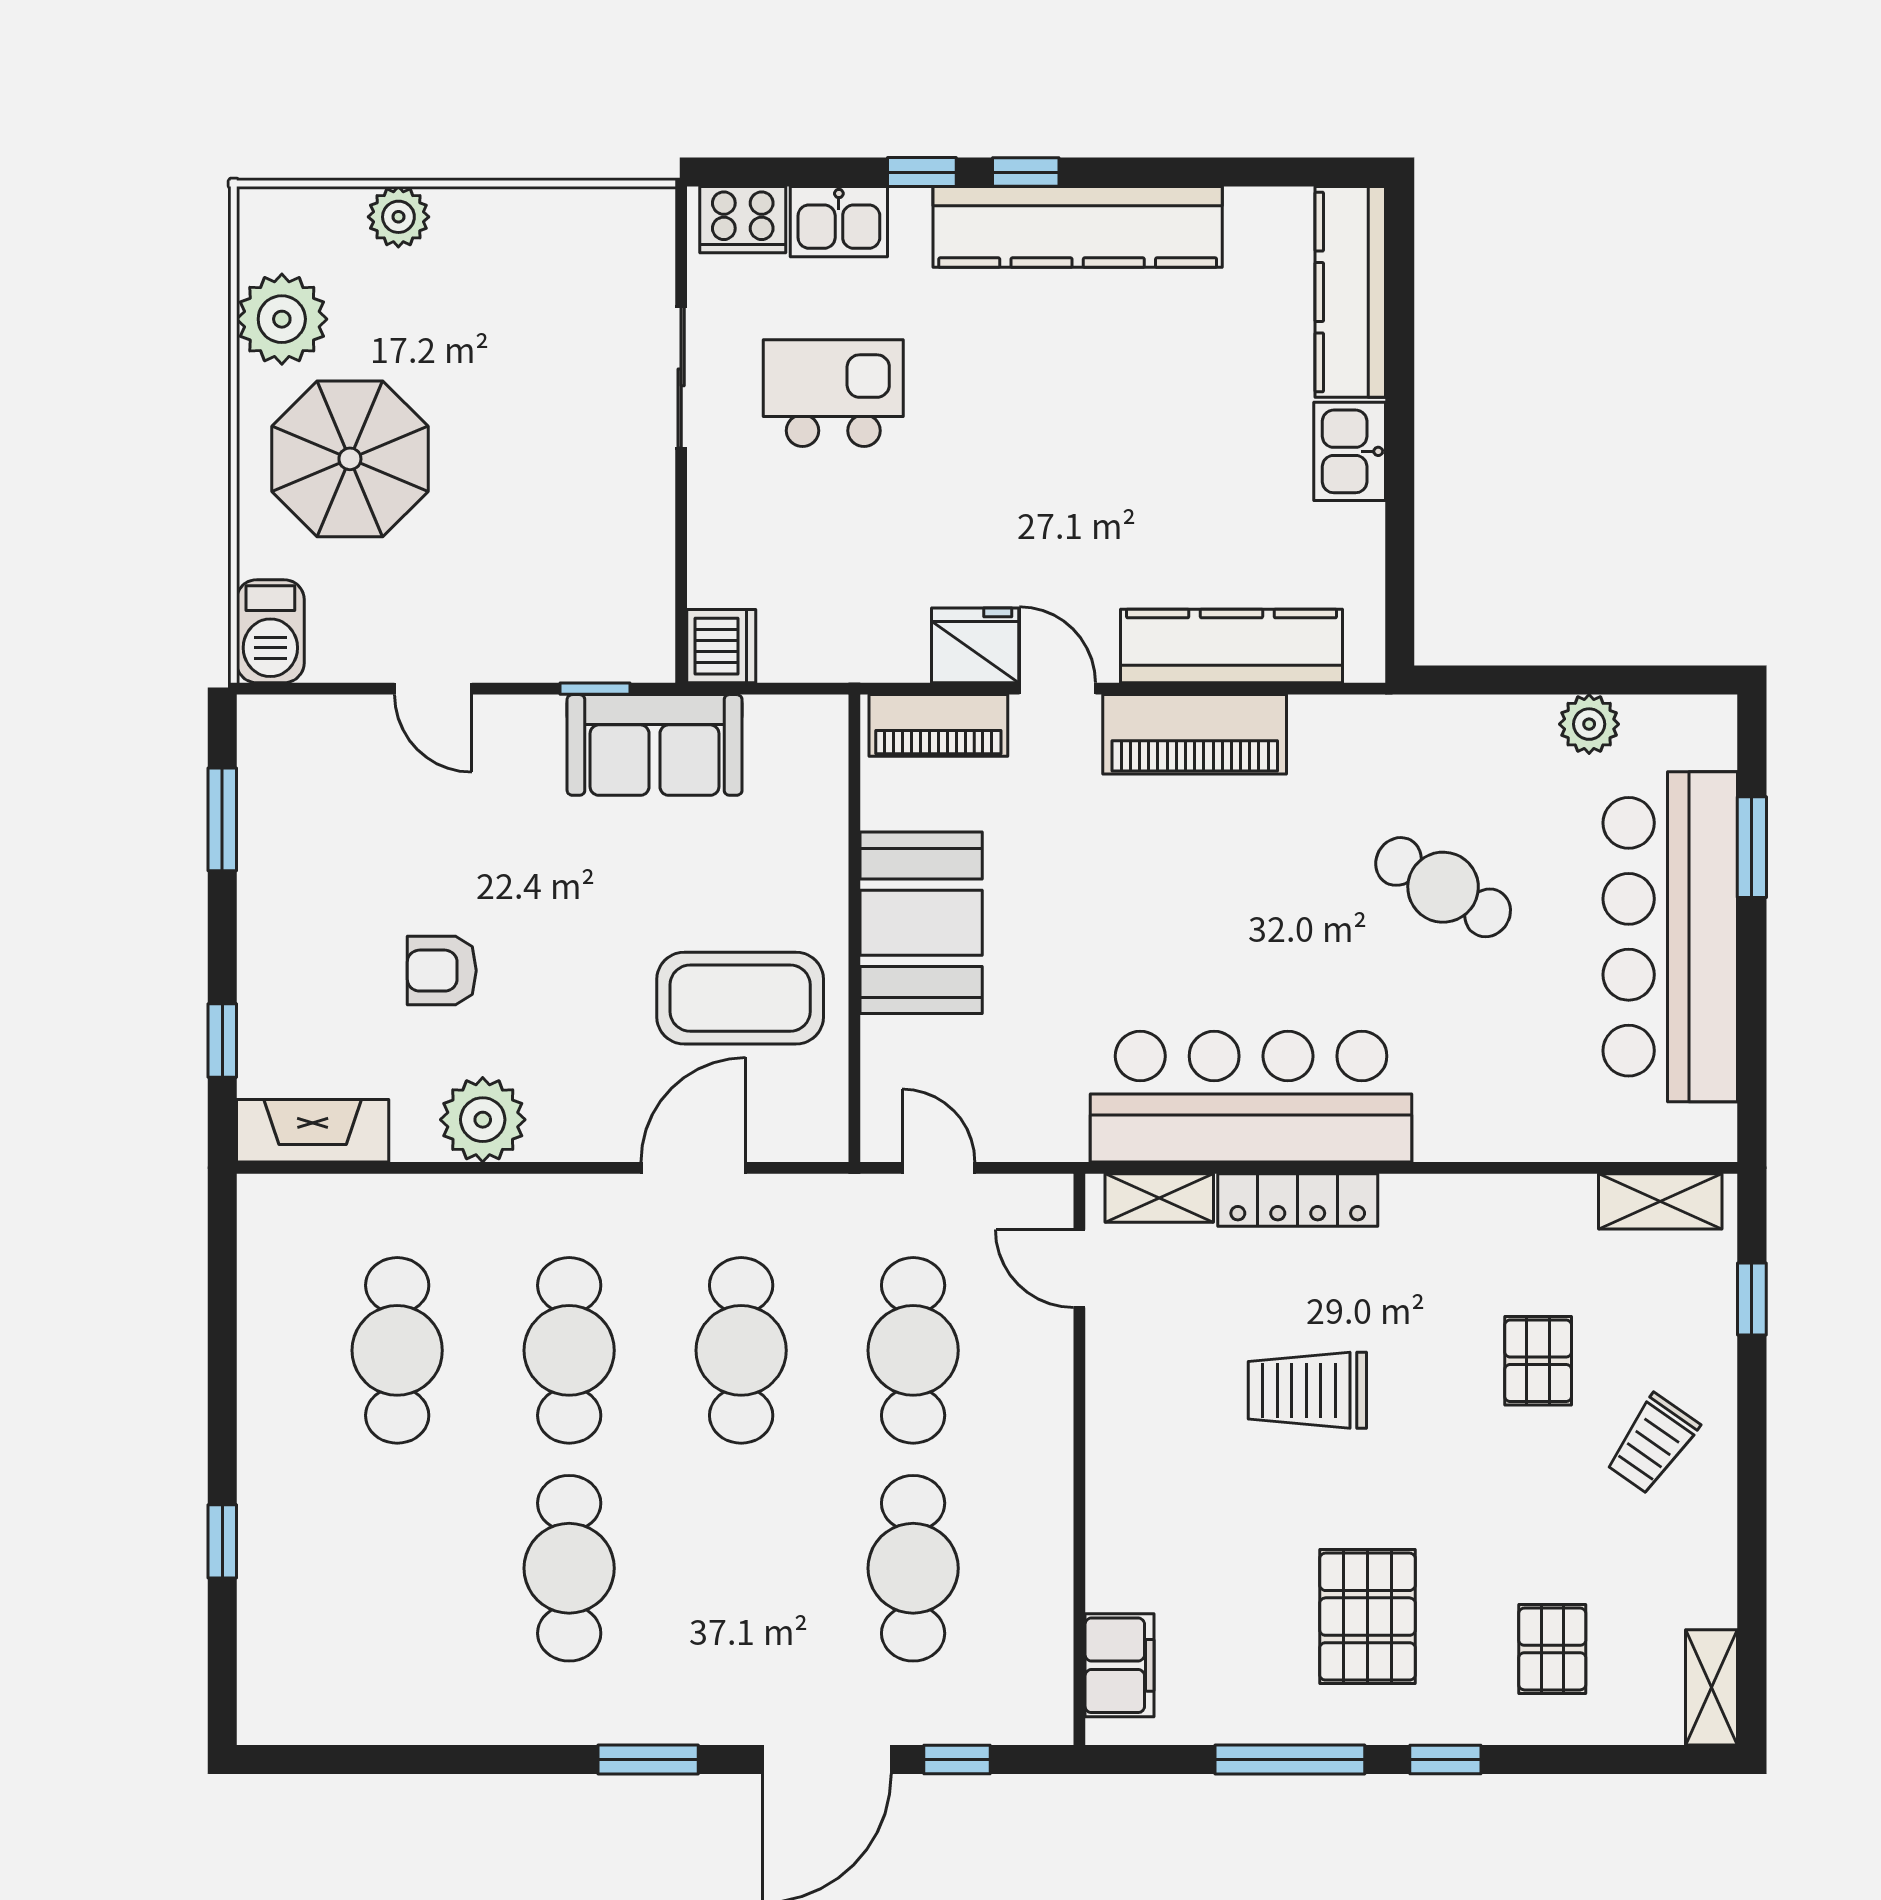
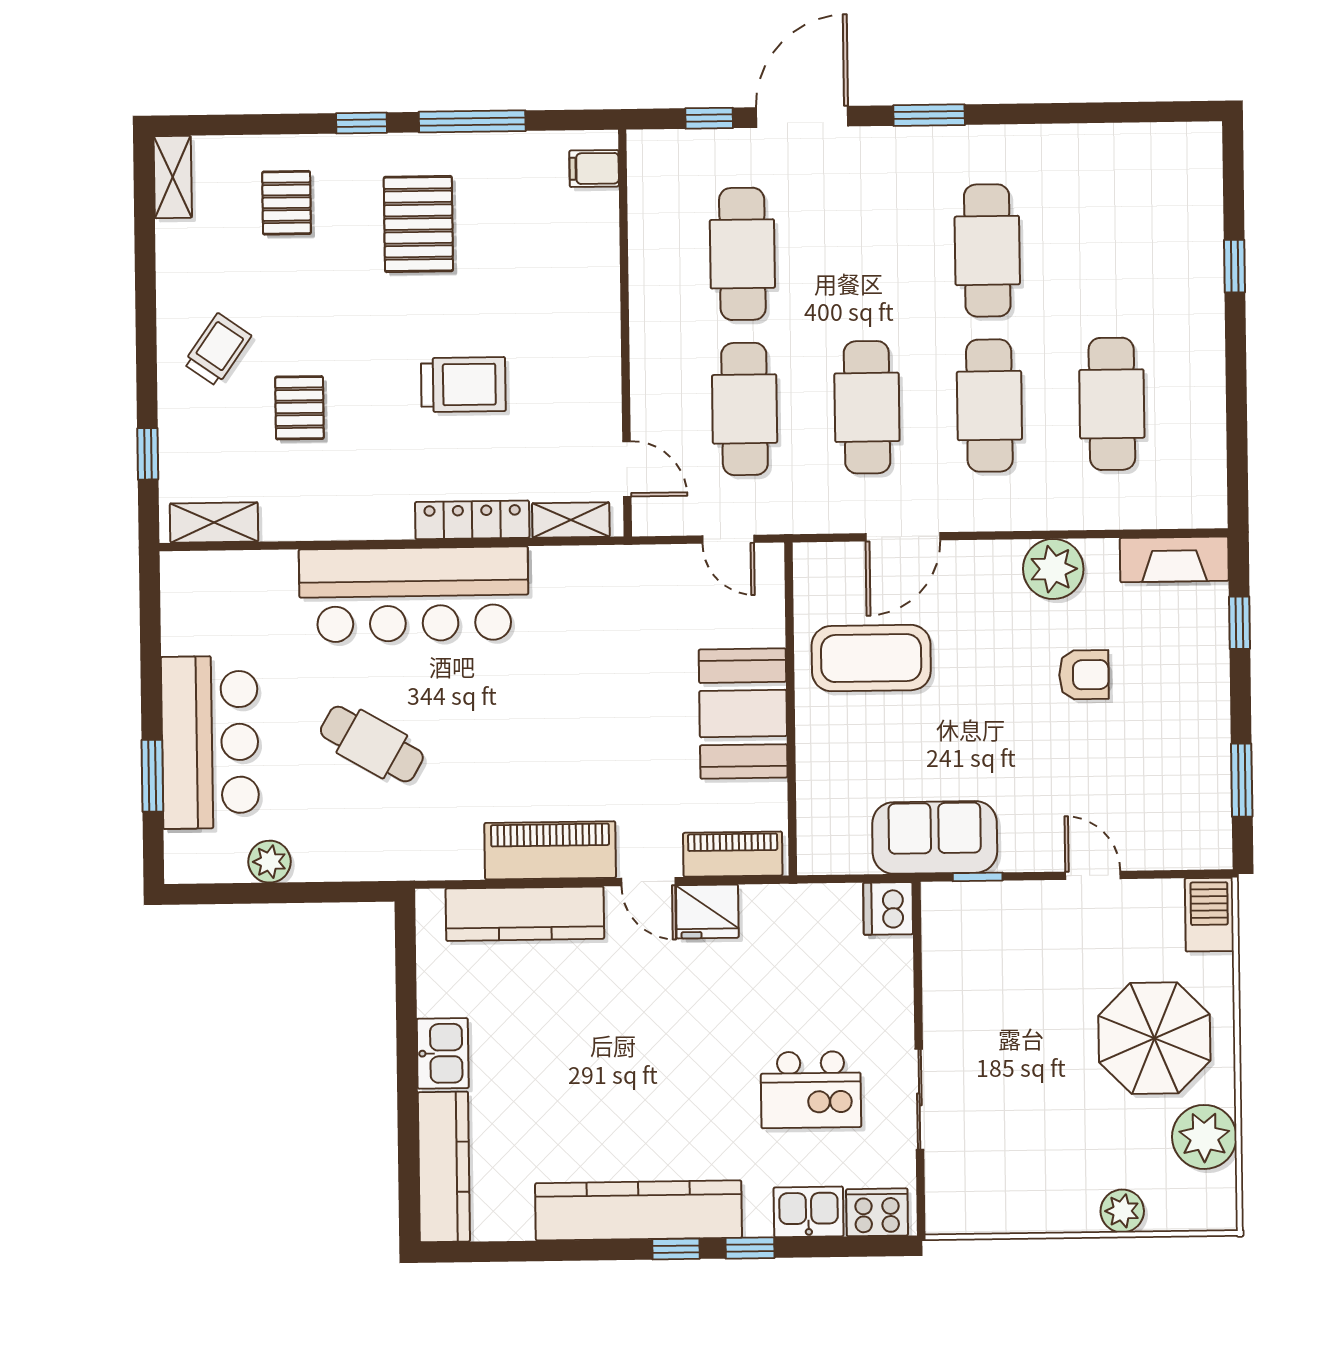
bar counter: (1670, 937) -> (210, 742), width x0.73
bar counter: (1251, 1097) -> (414, 594), moved
filing cabinet: (1120, 1665) -> (594, 168), width x0.50

